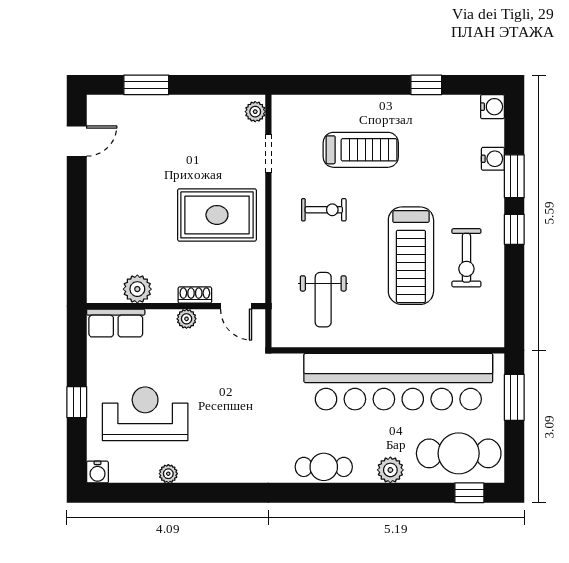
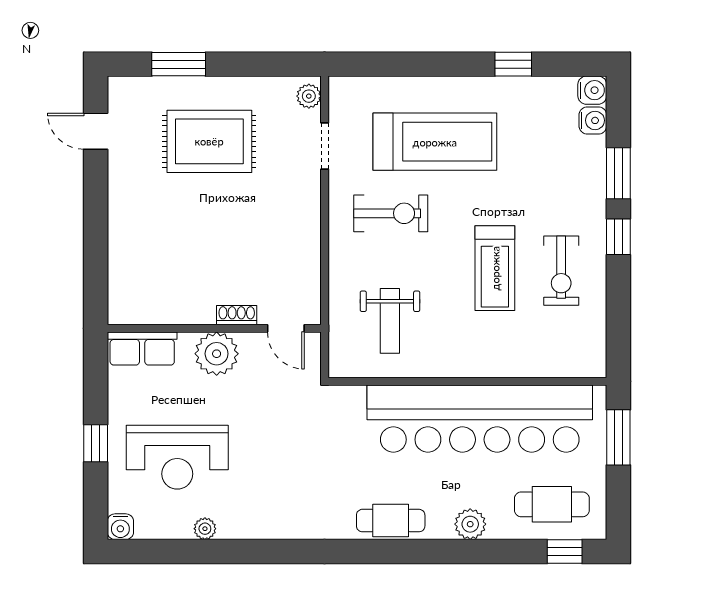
door: (77, 141) -> (96, 131), swing flipped
treadmill: (361, 150) -> (435, 142), width x1.37, depth x1.38
water cooler: (493, 159) -> (593, 120), moved
exercise bike: (324, 210) -> (391, 213), width x1.38, depth x1.39
rug: (217, 215) -> (209, 141), moved
treadmill: (411, 256) -> (495, 268), width x0.73, depth x0.73
plant: (137, 289) -> (168, 308), removed
plant: (187, 319) -> (217, 354), width x1.88, depth x1.88
reception desk: (145, 414) -> (177, 457), turned 180
cafe table: (459, 453) -> (552, 504), width x0.73, depth x0.74

